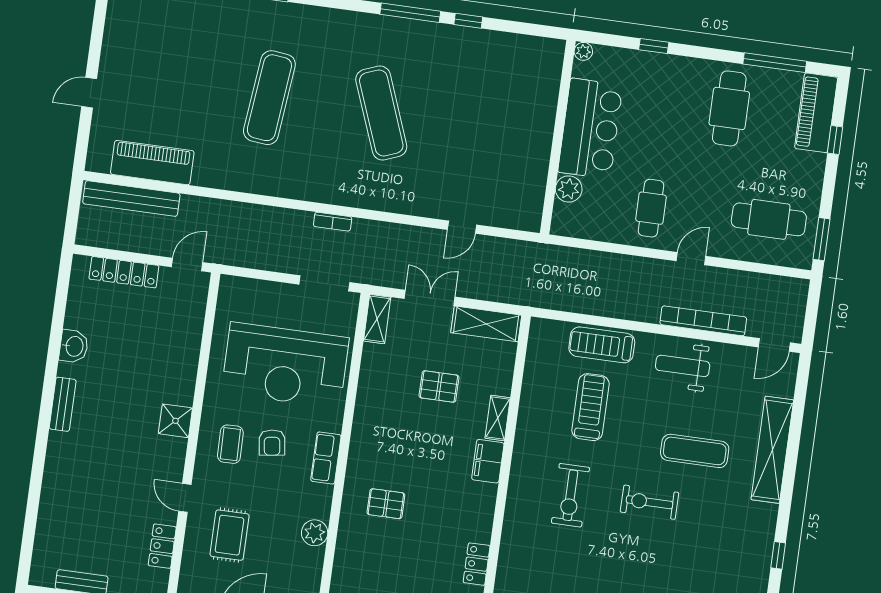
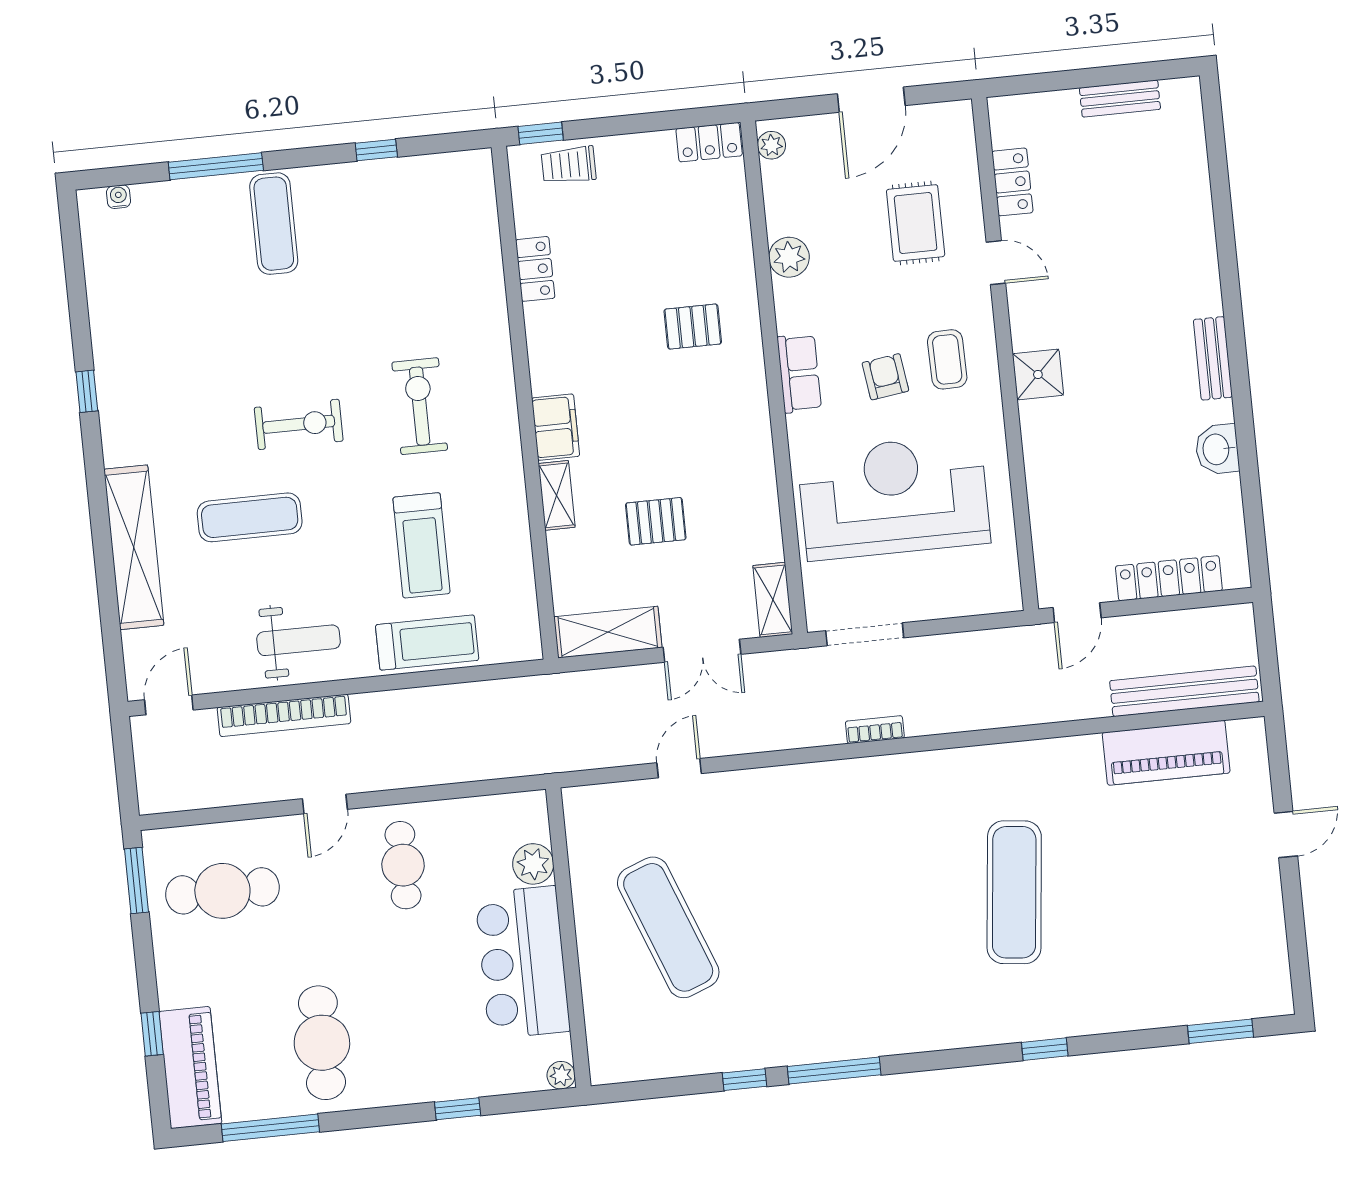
exercise mat: (381, 113) -> (668, 927), moved

